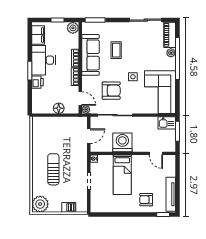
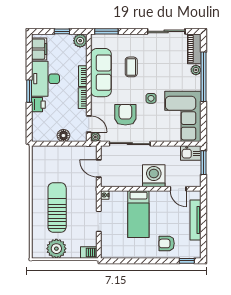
armchair: (111, 91) -> (125, 115), turned -90
door: (89, 136) -> (99, 169), swing flipped
washing machine: (122, 142) -> (154, 176), moved
sun lounger: (53, 169) -> (57, 208), width x1.36, depth x1.34
tv unit: (171, 194) -> (196, 220), moved
plant: (40, 204) -> (56, 249), moved
barbecue: (69, 207) -> (89, 253), moved

